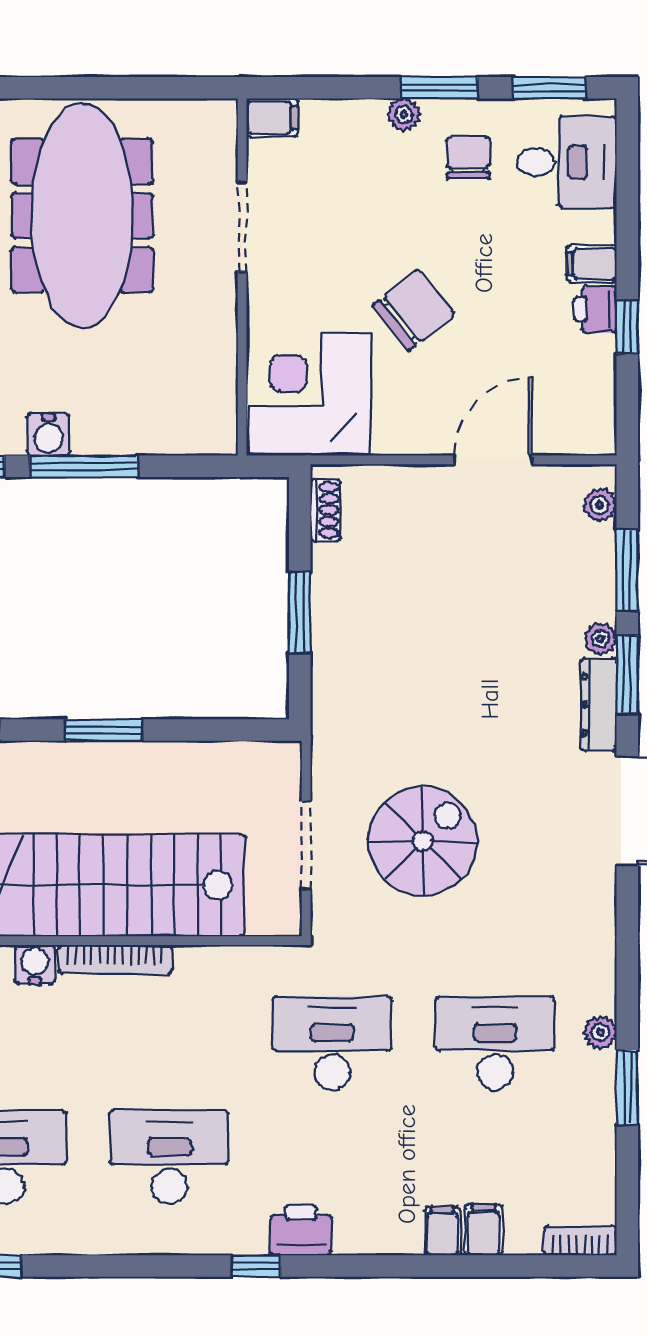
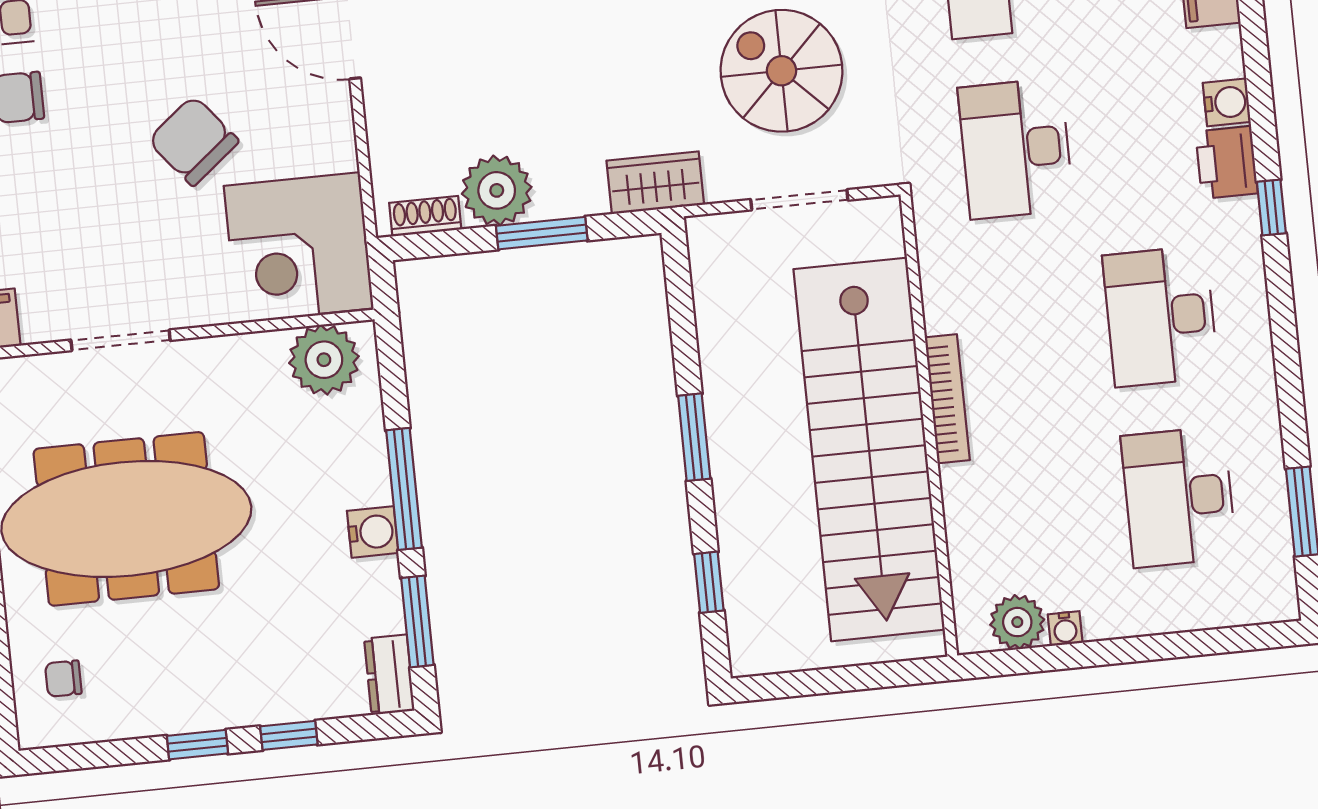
plant: (206, 407) -> (324, 360), added
plant: (342, 576) -> (497, 190), added
wardrobe: (334, 718) -> (655, 183), added
water cooler: (35, 964) -> (1227, 102), moved, turned 180

